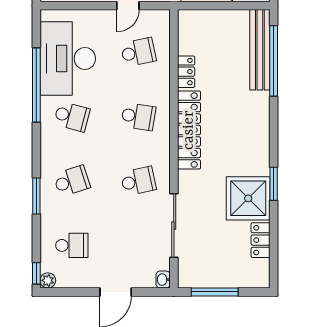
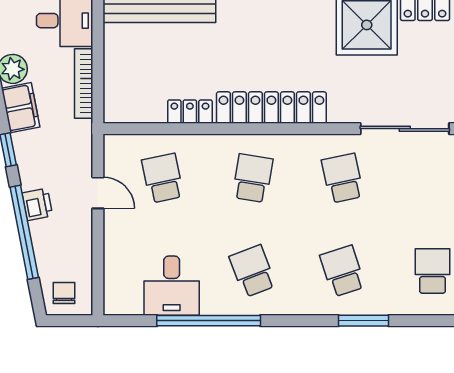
desk: (68, 59) -> (172, 286), width x0.53, depth x0.77
school desk: (72, 117) -> (253, 271), turned -36

